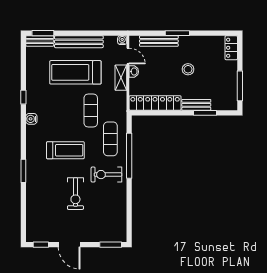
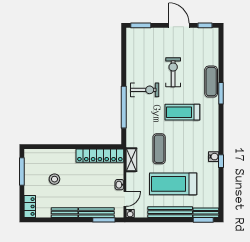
window: (177, 33) -> (104, 220), moved
door: (128, 56) -> (125, 199), swing flipped
stool: (188, 69) -> (54, 179), moved
treadmill: (75, 72) -> (173, 184), turned 180
shelving: (121, 78) -> (131, 160), moved
bench: (196, 105) -> (65, 213), moved
window: (205, 113) -> (54, 147), removed
water cooler: (31, 119) -> (214, 157), moved
exercise mat: (110, 139) -> (211, 82), moved

